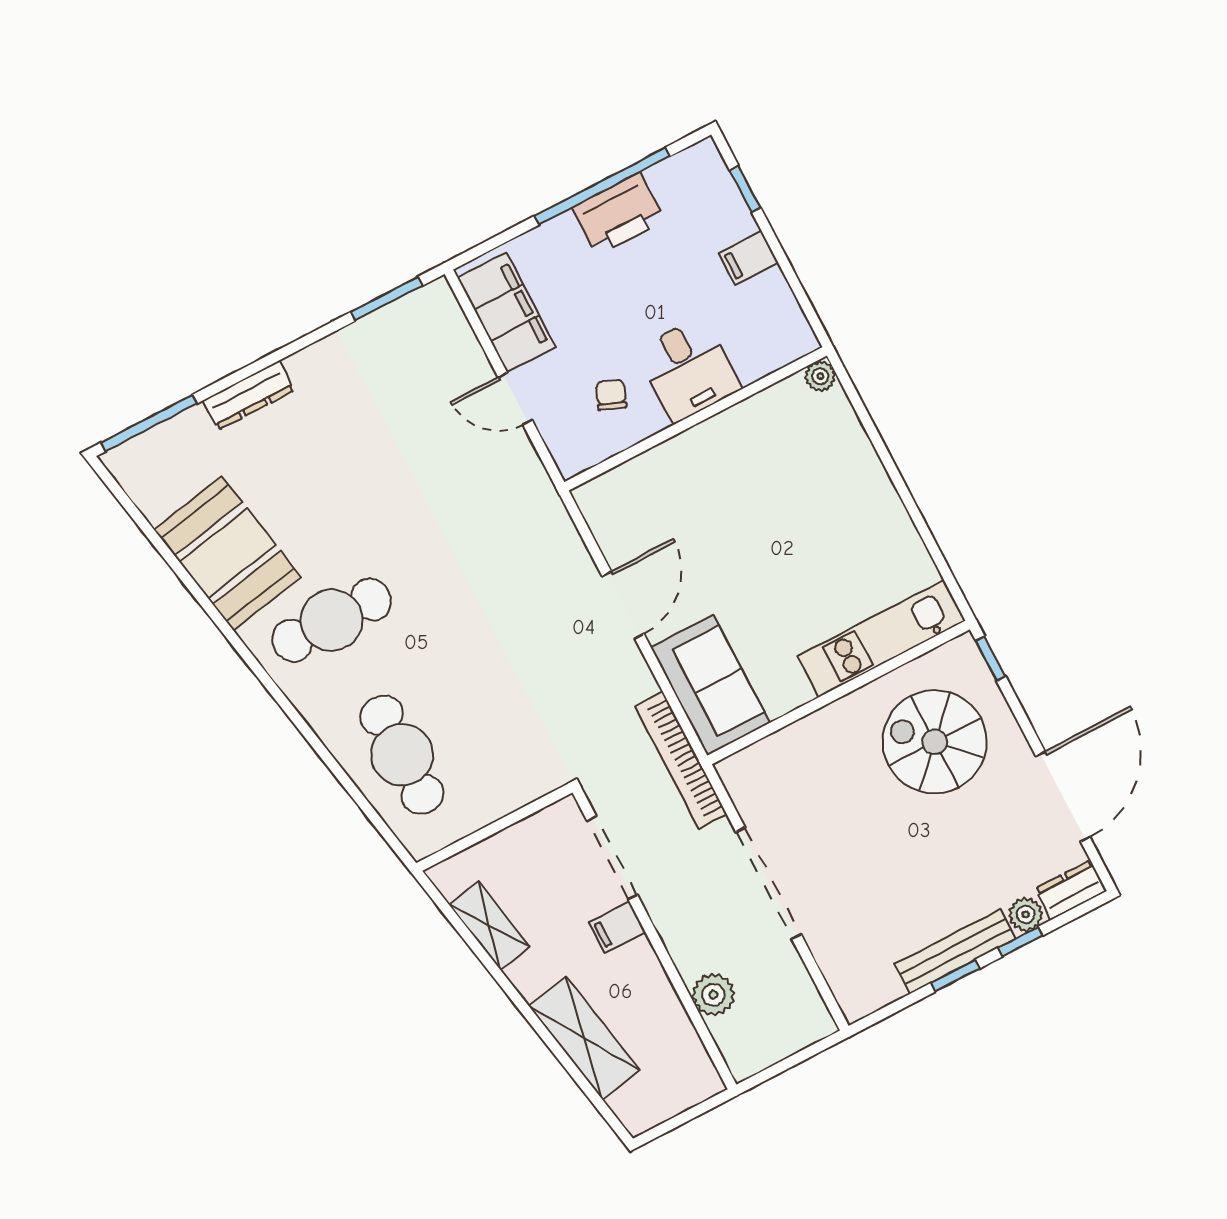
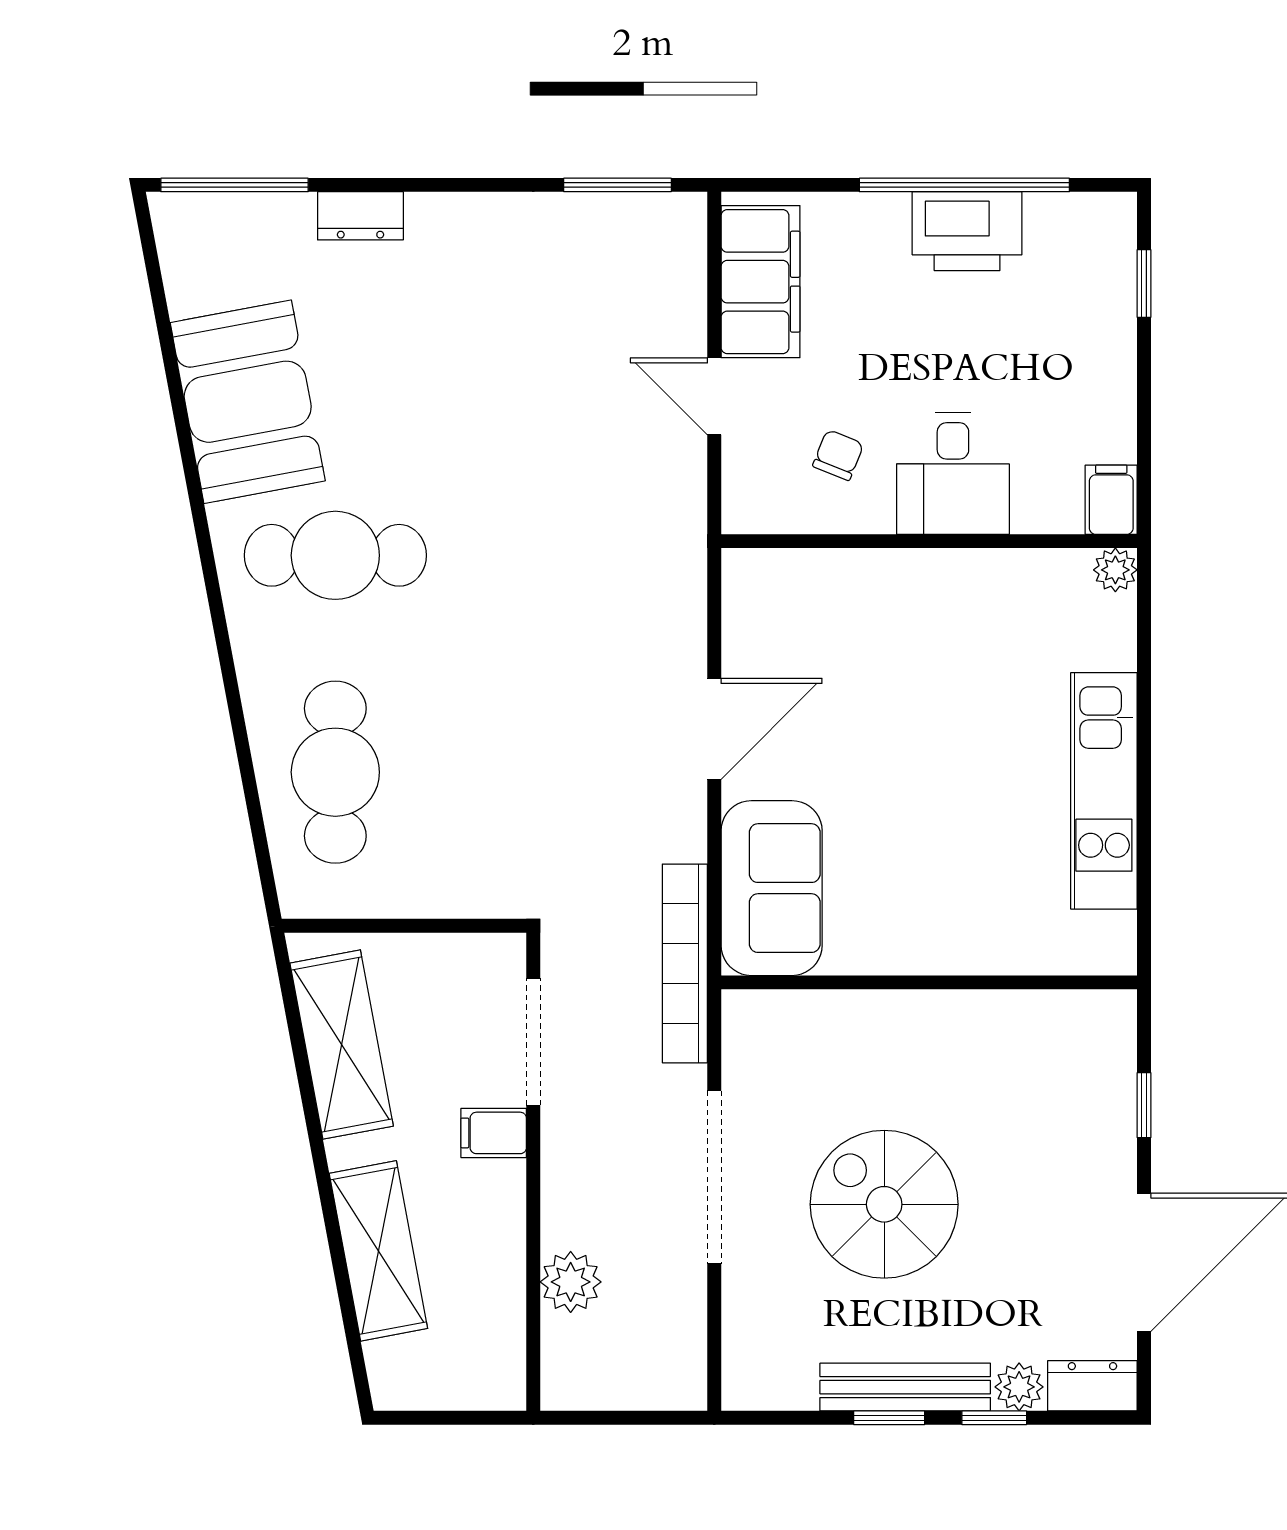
filing cabinet: (748, 258) -> (1111, 500), moved, turned 90
dresser: (249, 395) -> (360, 216), width x0.70
kitchen unit: (881, 638) -> (1104, 791), moved, turned -90
window: (991, 658) -> (1144, 1105), moved
spiral stairs: (935, 742) -> (884, 1204), moved
shelving: (489, 926) -> (342, 1045), width x1.50, depth x1.33

